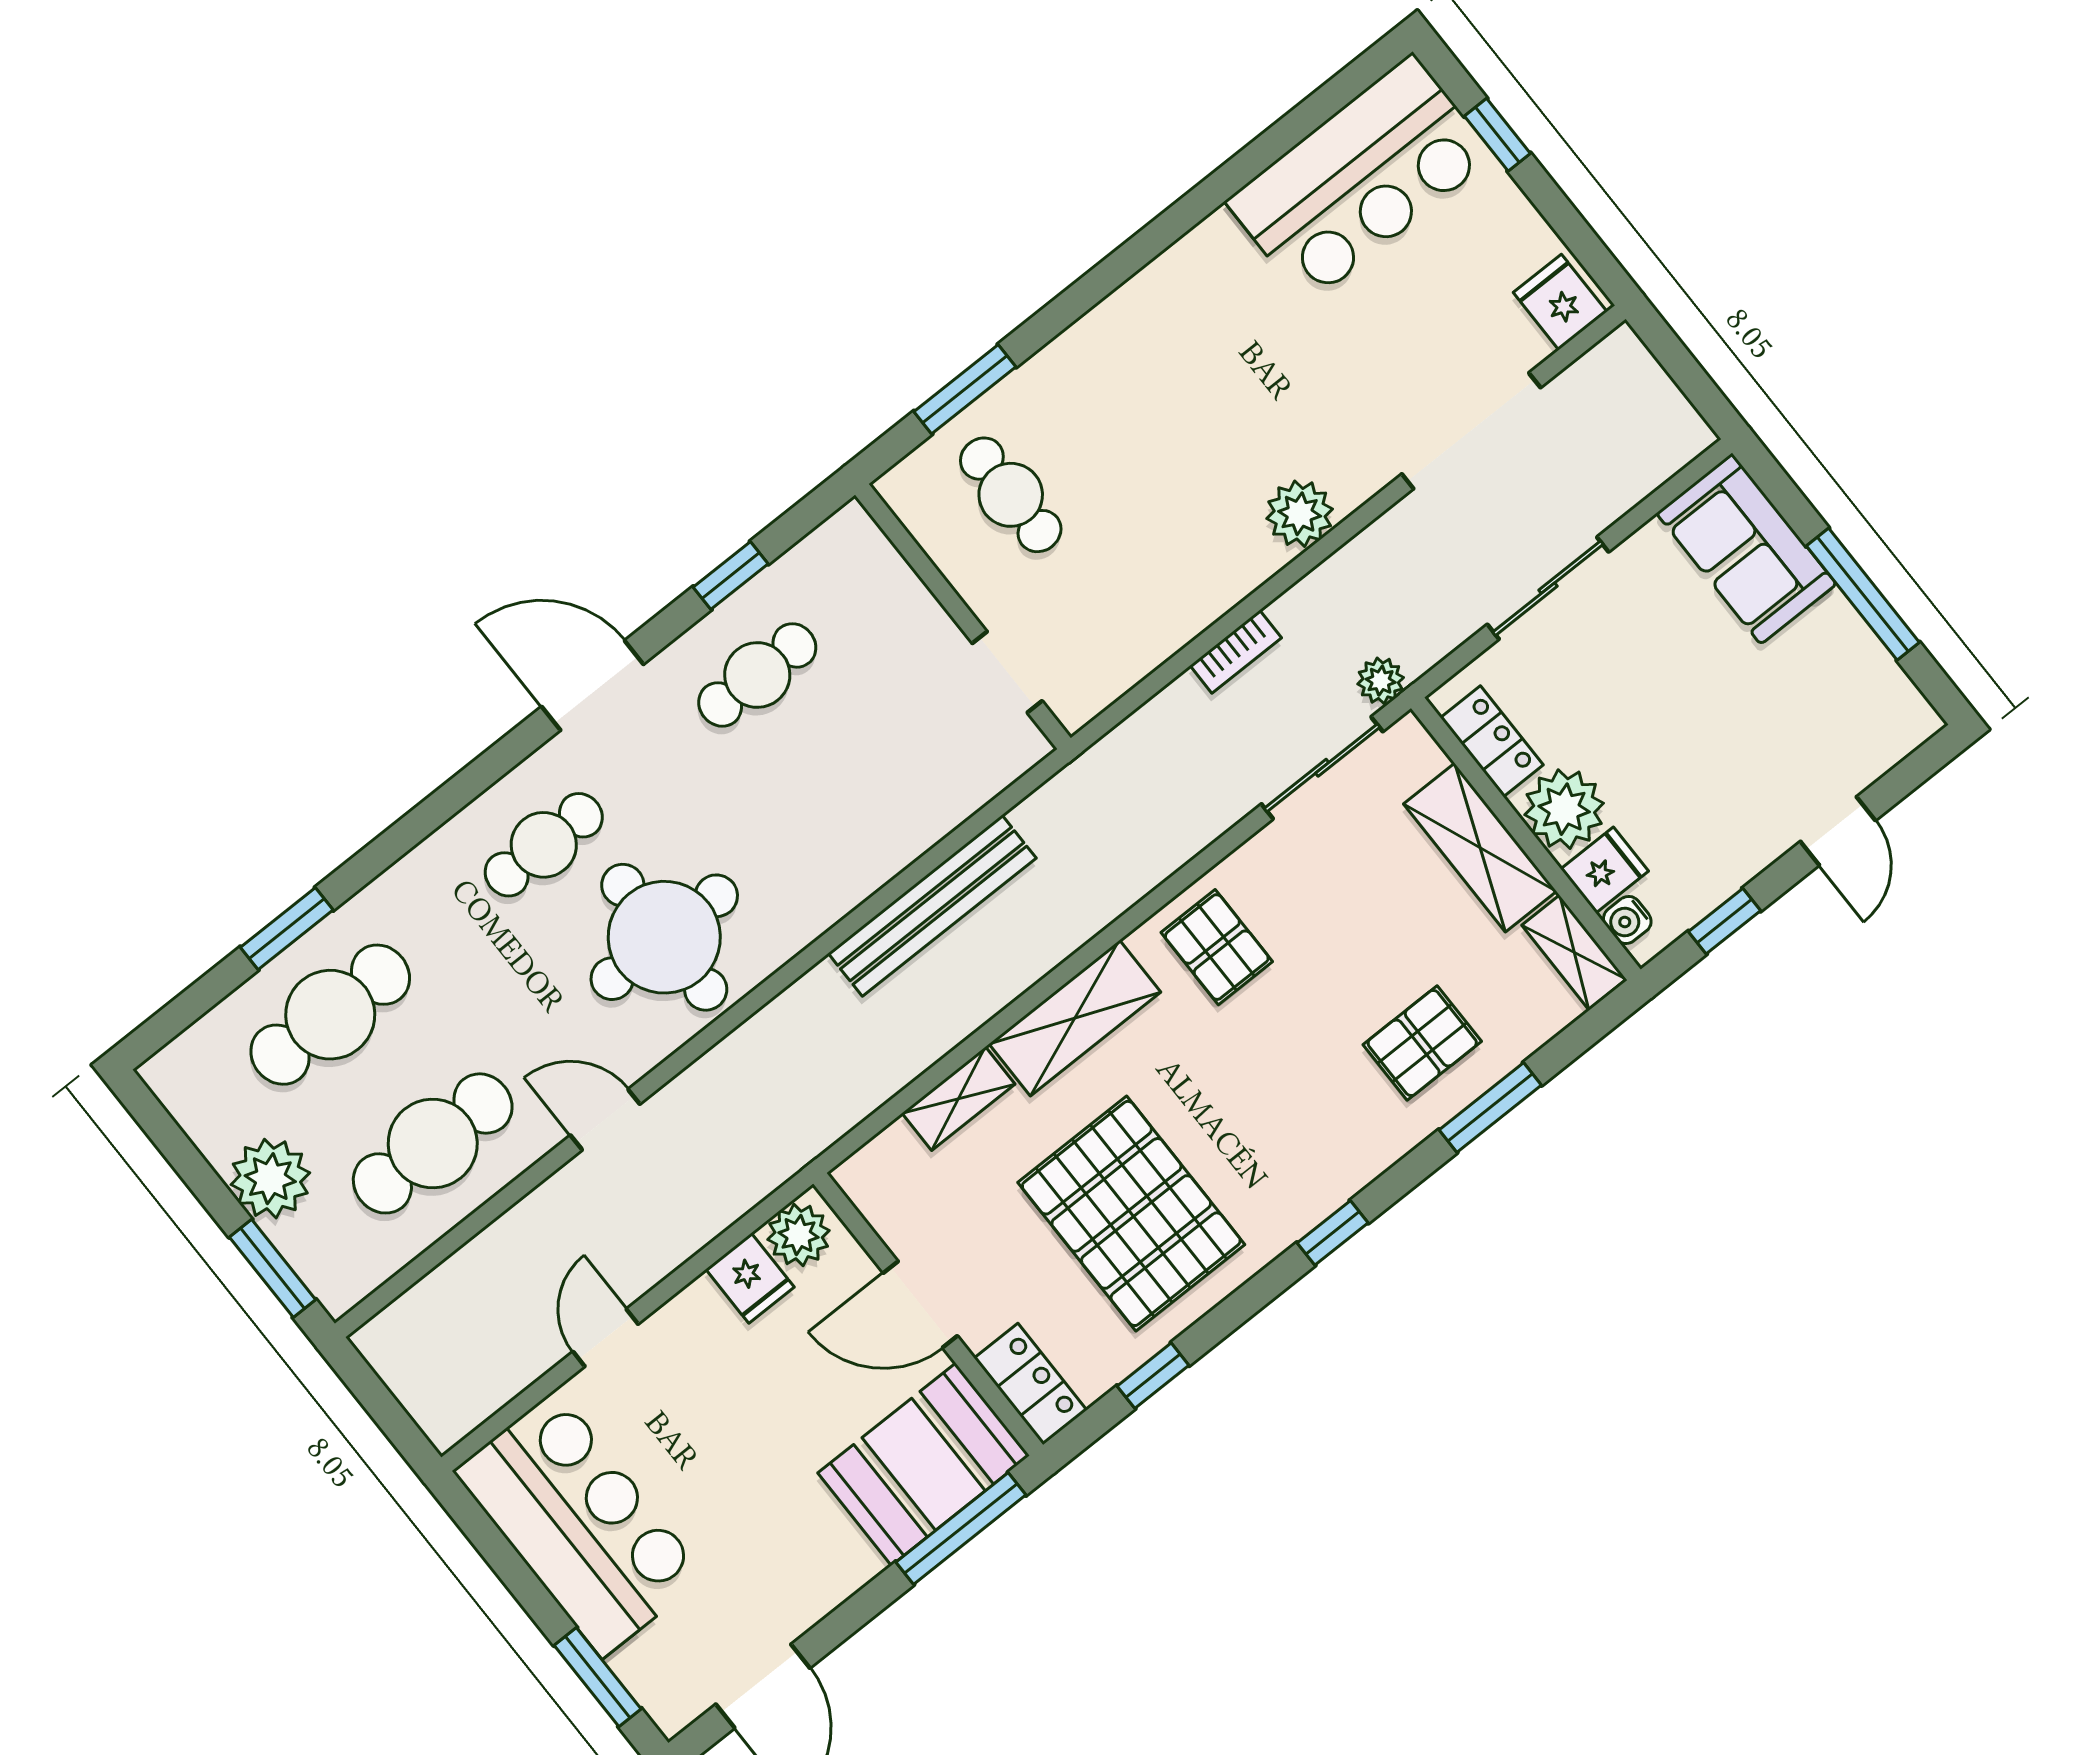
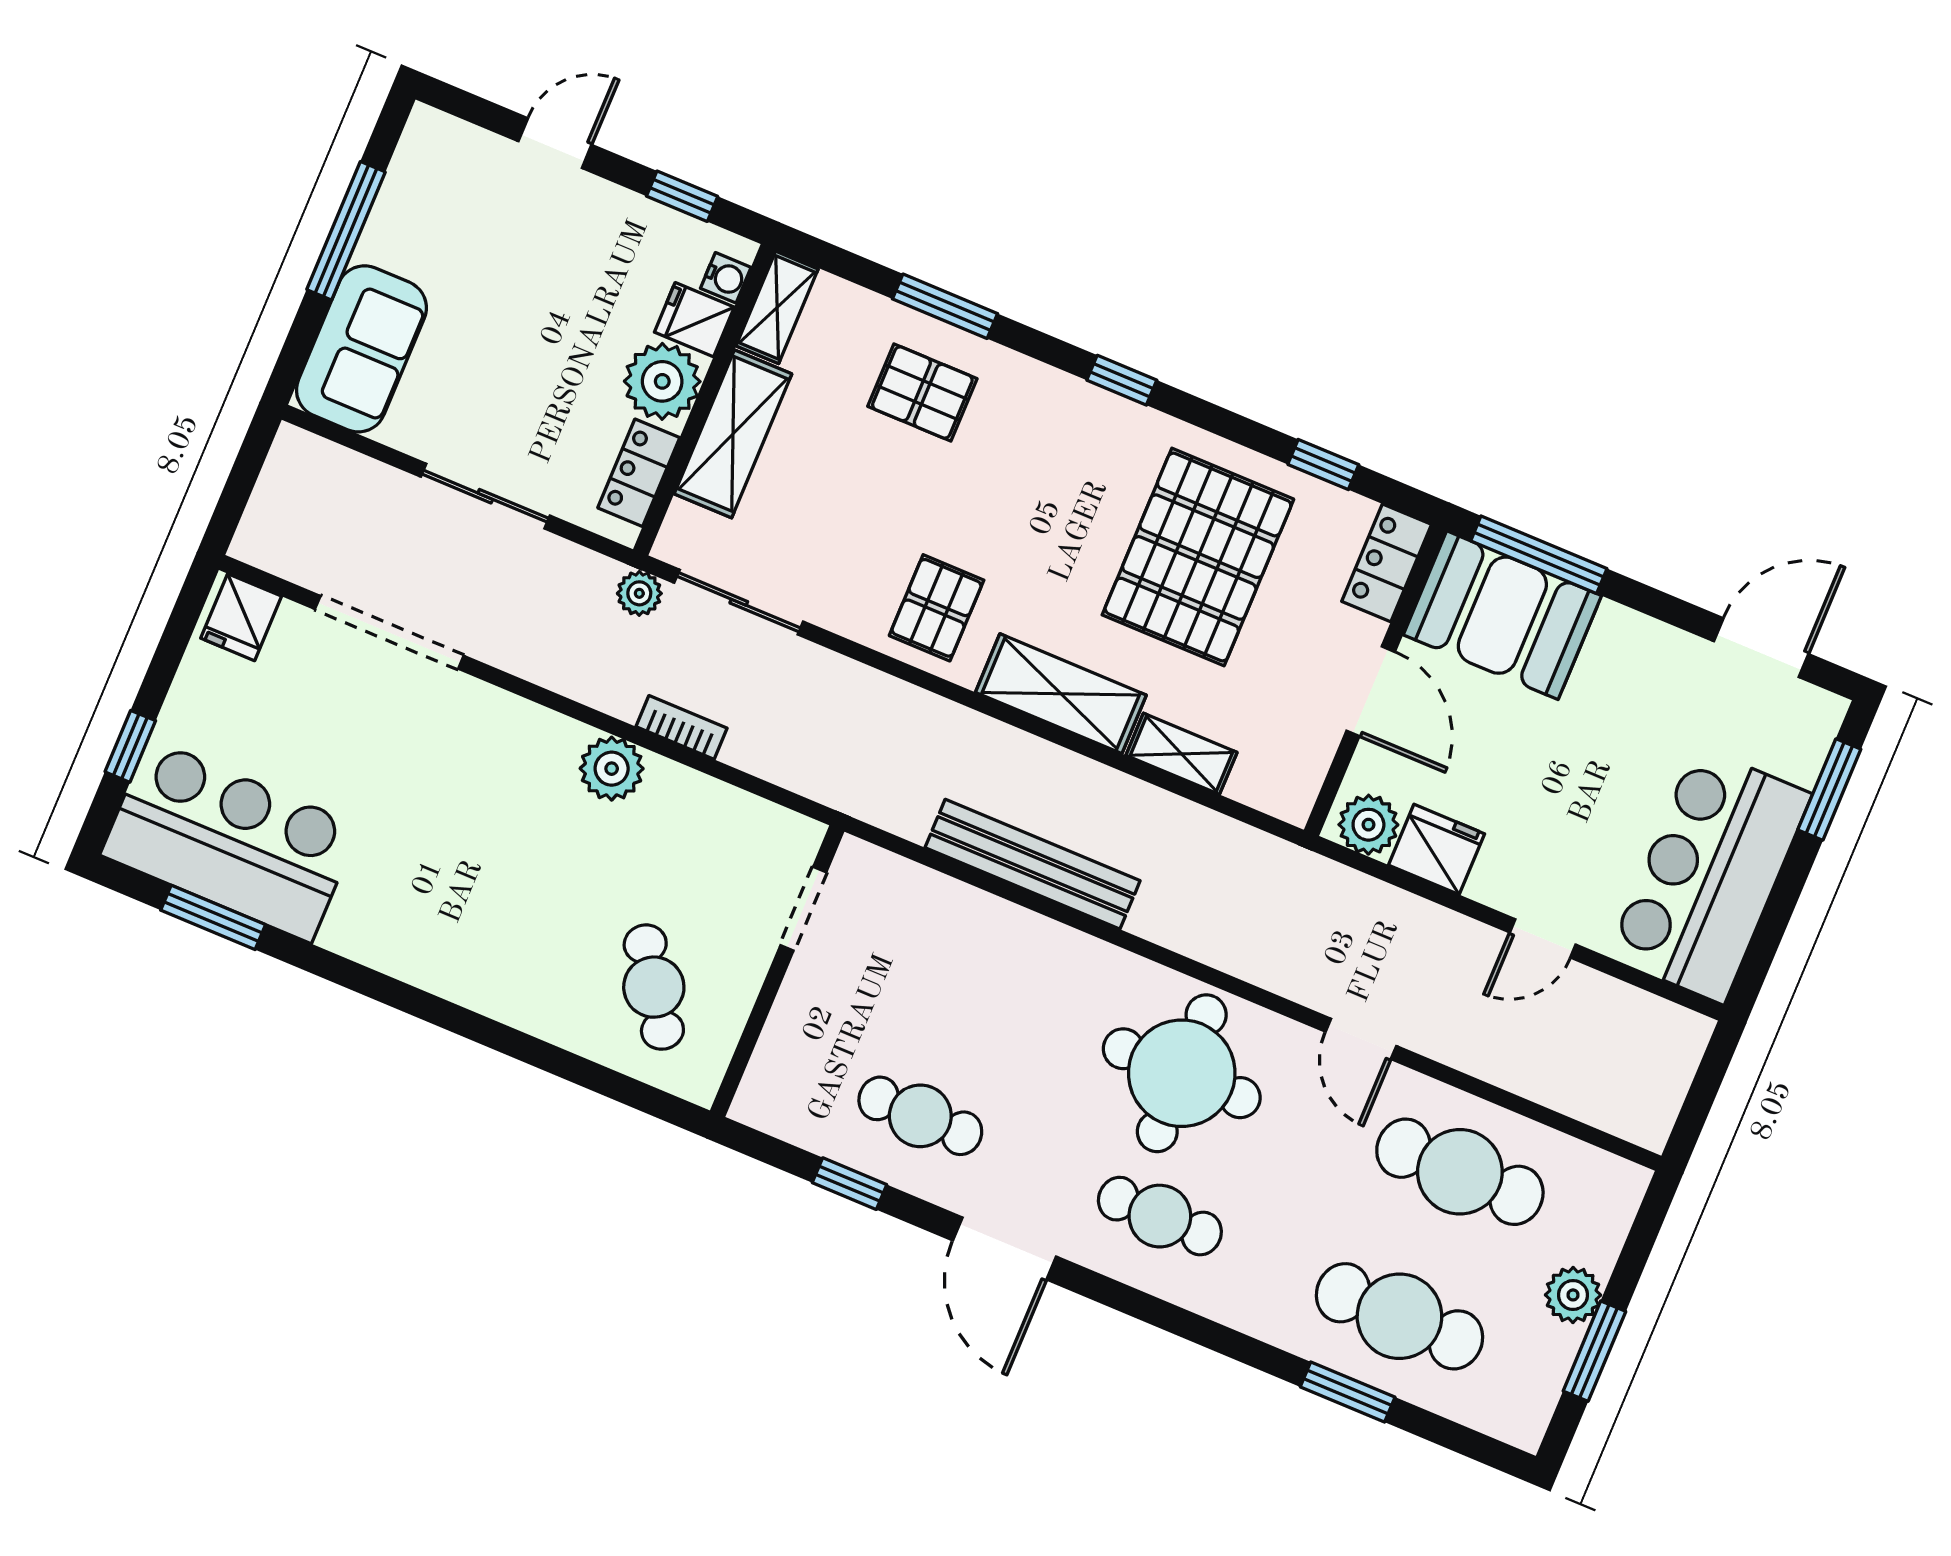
window: (965, 389) -> (213, 917), moved
cafe table: (1011, 495) -> (654, 987), turned -34
plant: (1300, 514) -> (612, 769), moved
plant: (270, 1179) -> (1573, 1295), width x0.73, depth x0.73
window: (273, 1268) -> (1594, 1351), moved
fridge: (750, 1278) -> (1437, 849), width x1.38

